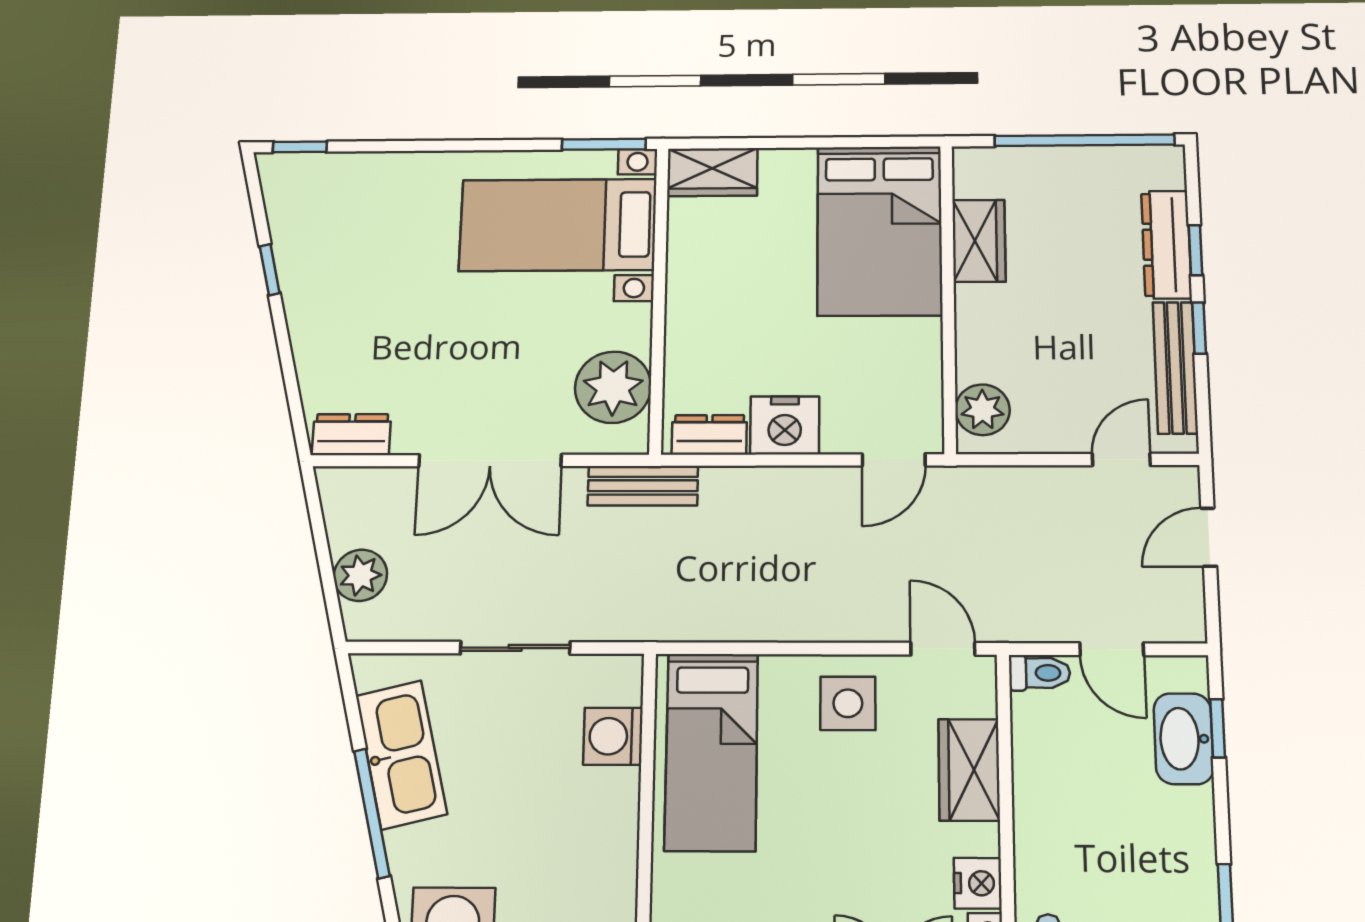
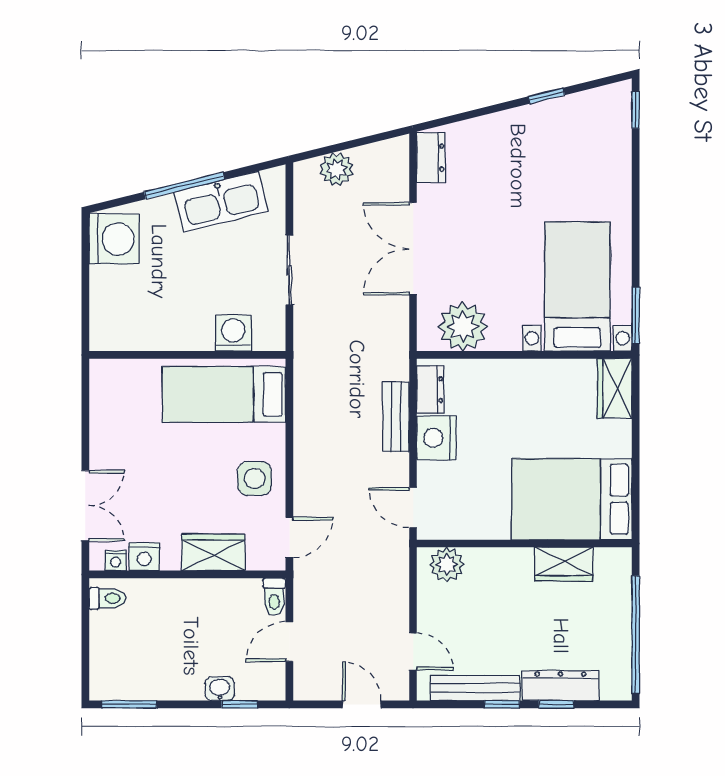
bench: (643, 486) -> (396, 417), moved
washbasin: (1184, 739) -> (220, 689), width x0.52, depth x0.69

